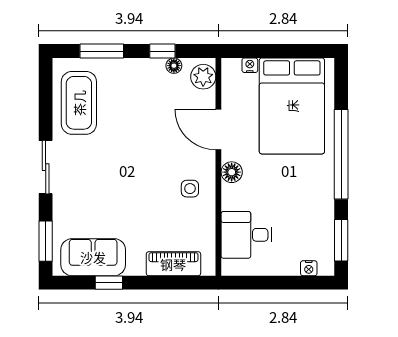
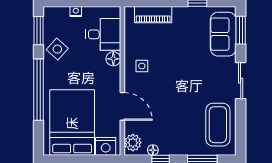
nightstand: (250, 65) -> (106, 146), width x1.89, depth x1.79
floor lamp: (232, 172) -> (113, 59), moved
side table: (314, 213) -> (57, 49), added
sofa: (93, 257) -> (223, 34), moved, turned 90
nightstand: (309, 268) -> (76, 12), moved

